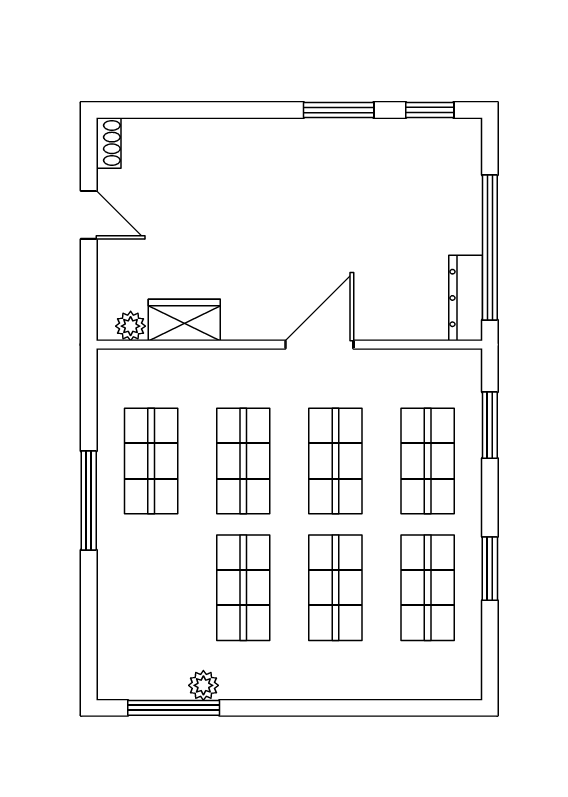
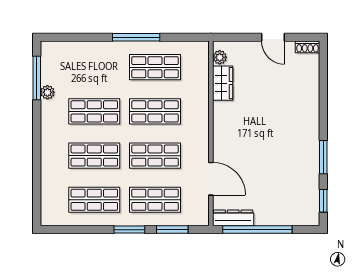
door: (89, 215) -> (273, 37), hinge flipped
door: (319, 345) -> (211, 179), moved
window: (490, 569) -> (129, 230), moved

